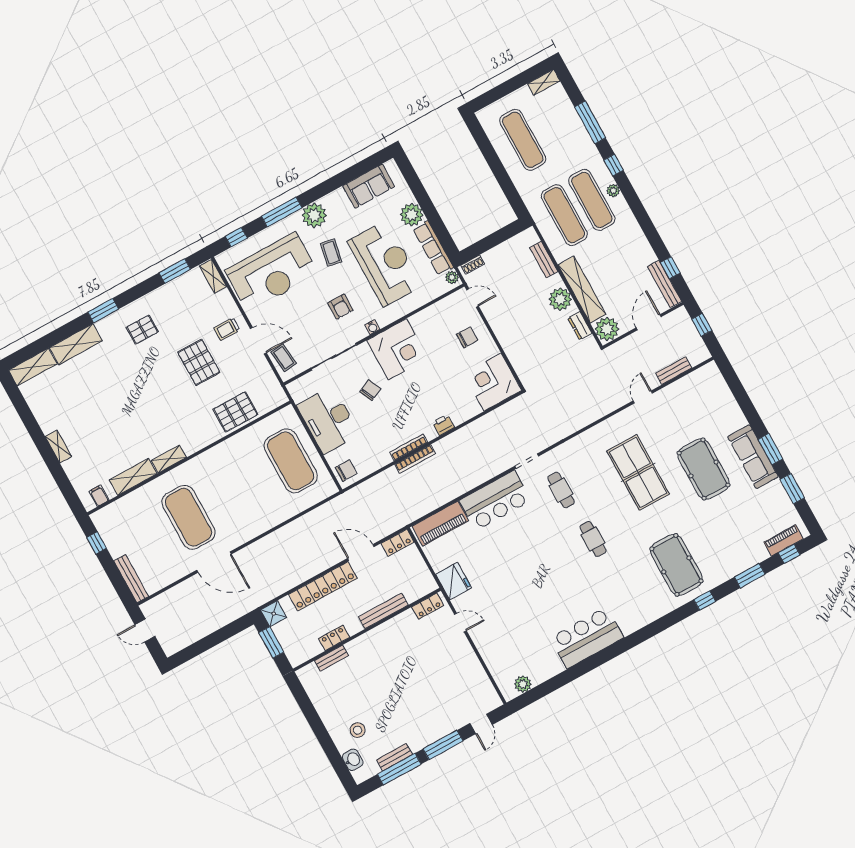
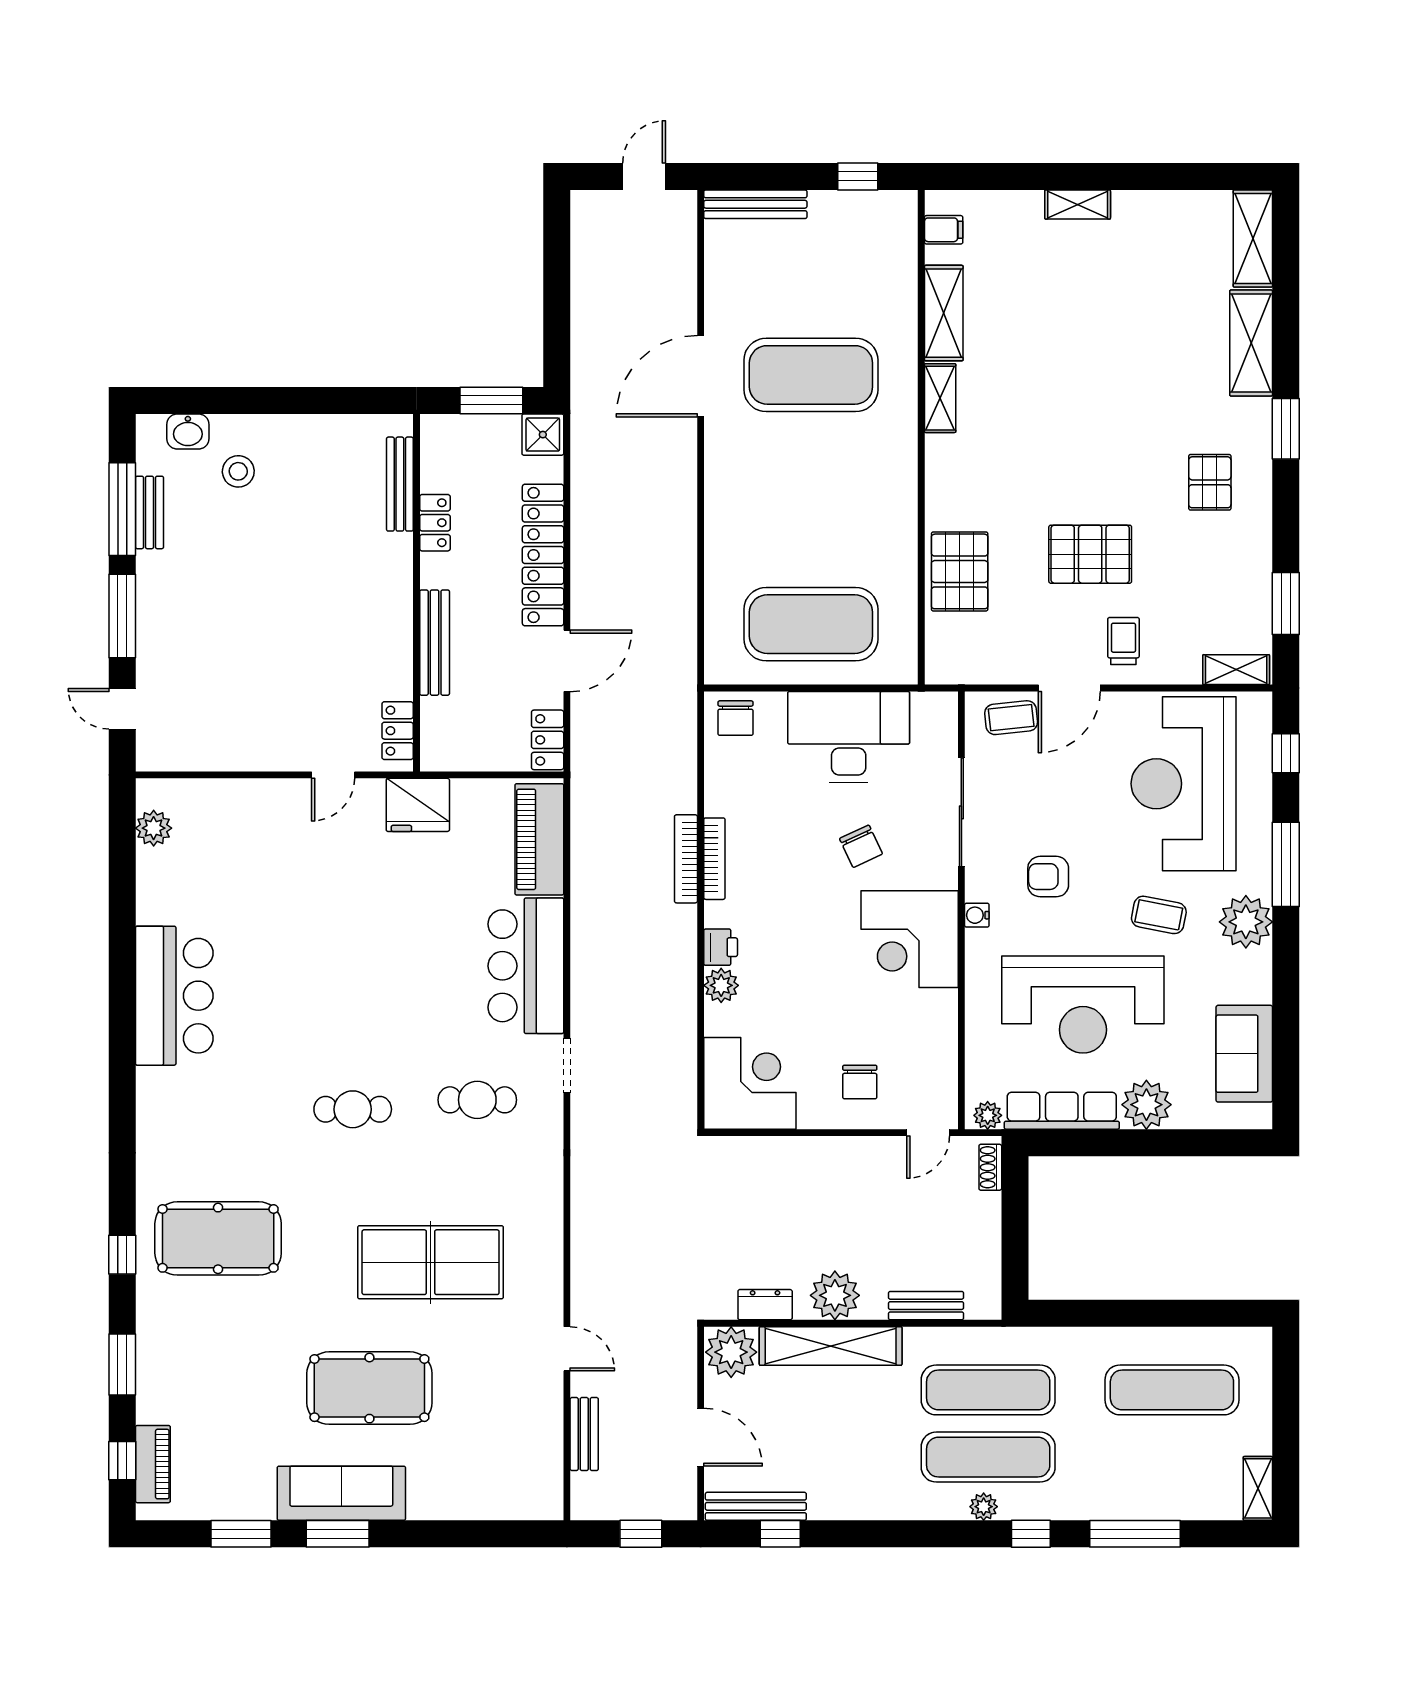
plant: (459, 416) -> (721, 985), added
bench: (331, 658) -> (400, 484), width x1.36

